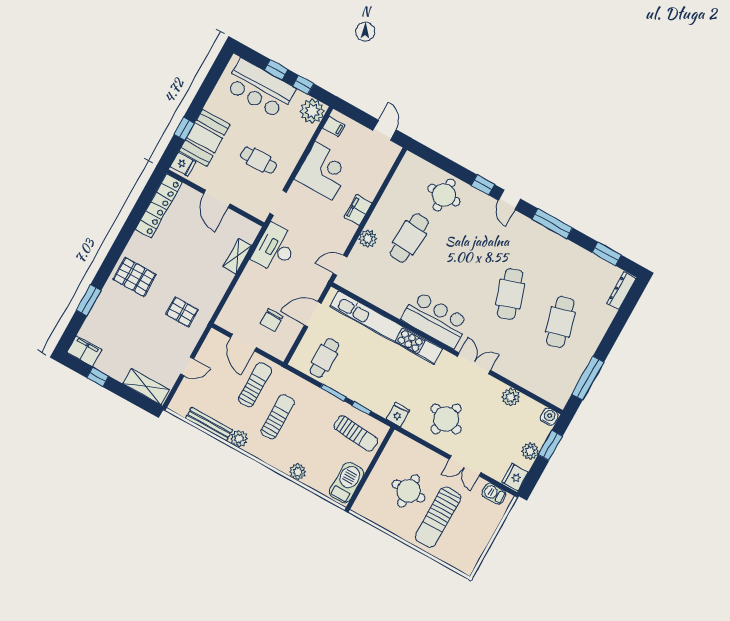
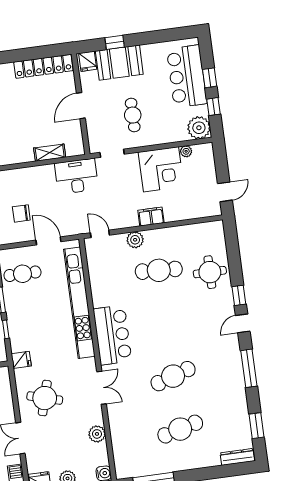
filing cabinet: (334, 126) -> (200, 152), removed
plant: (324, 138) -> (186, 151), added

